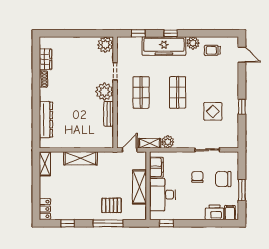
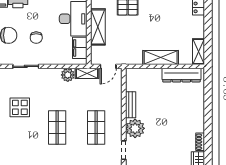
dresser: (46, 120) -> (181, 75), moved, turned -90

